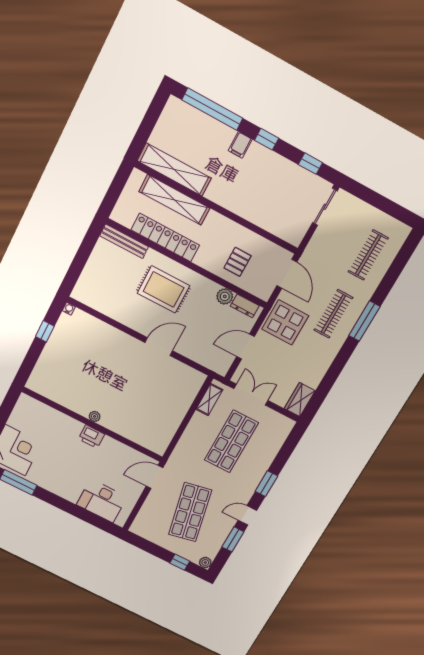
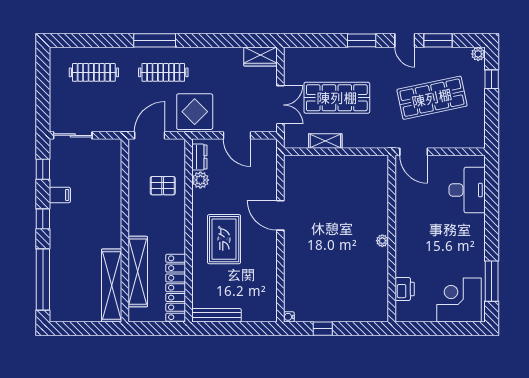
filing cabinet: (240, 145) -> (60, 195), moved
locker: (165, 238) -> (176, 288), moved
bench: (124, 241) -> (217, 315), moved, turned 90
double door: (251, 395) -> (280, 105), swing flipped
shelving: (209, 400) -> (325, 141), moved
printer: (92, 437) -> (405, 289), moved

